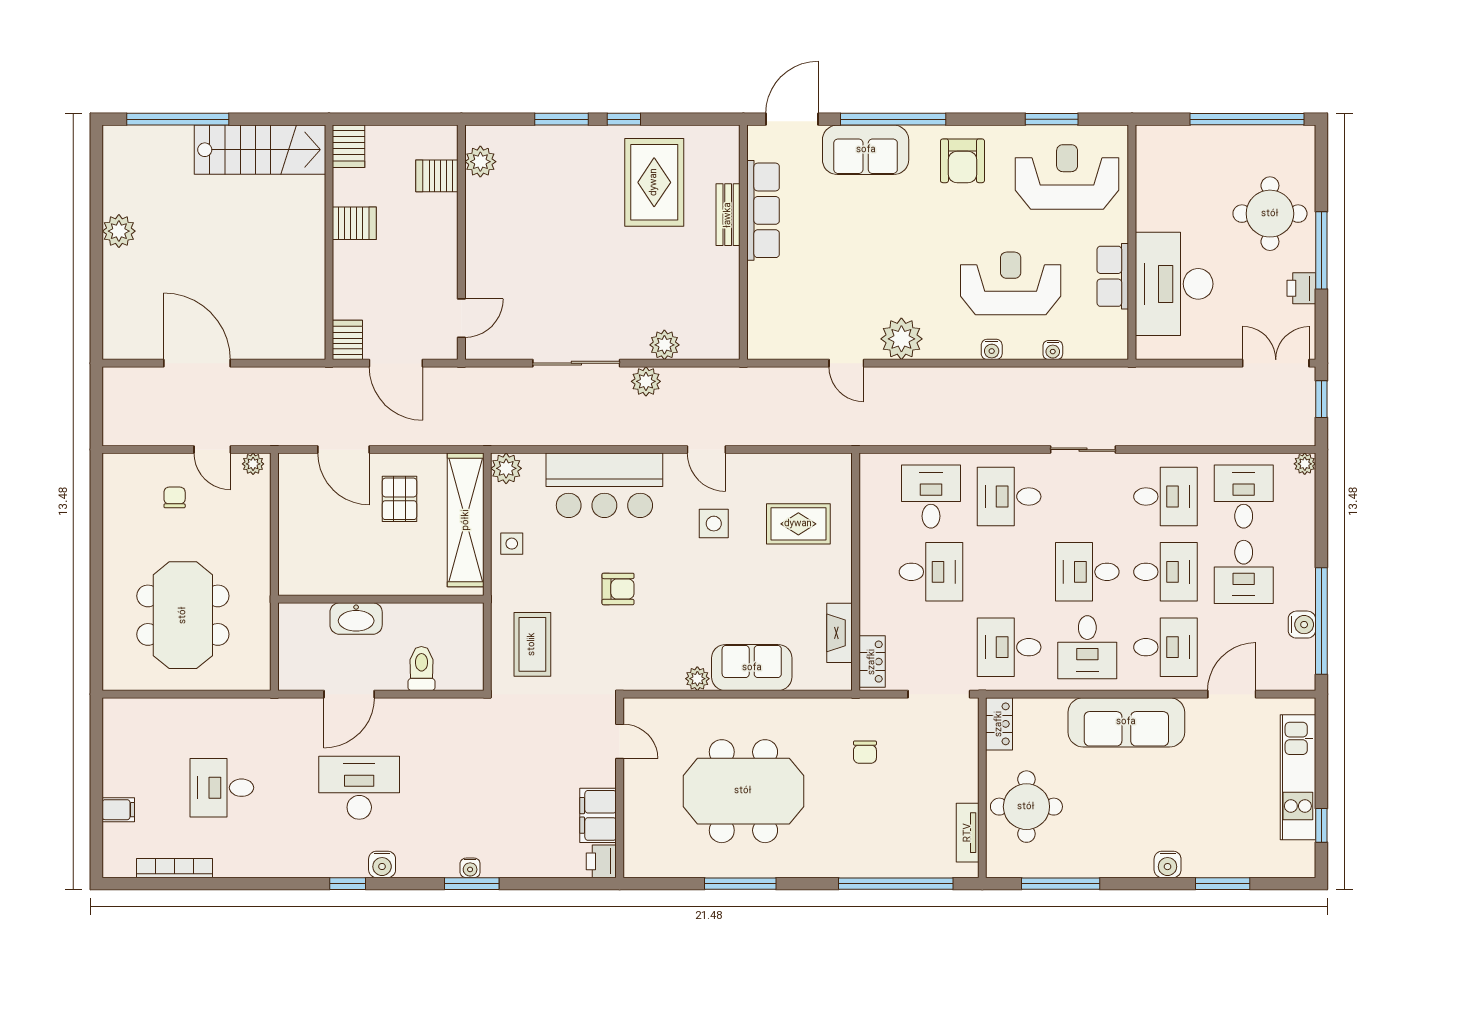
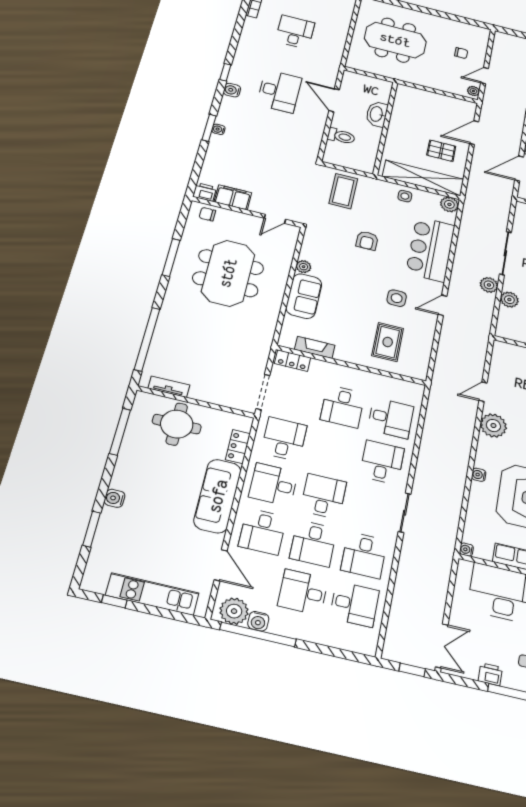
water cooler: (1053, 350) -> (466, 550), moved
plant: (1305, 464) -> (234, 611), moved, width x1.88, depth x1.88
coffee table: (532, 644) -> (343, 191), turned 90
locker: (999, 724) -> (238, 447), moved, turned 90
chair: (865, 752) -> (207, 214), moved

